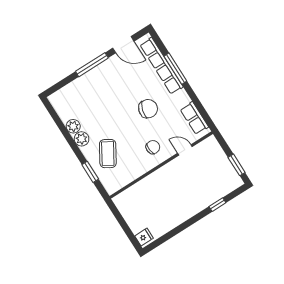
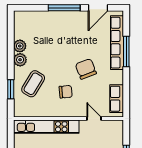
door: (123, 45) -> (98, 8), hinge flipped
chair: (148, 109) -> (86, 69), turned -127
chair: (153, 147) -> (66, 92), moved
kitchen unit: (145, 186) -> (46, 127), added

